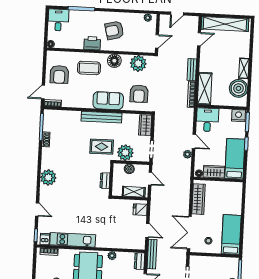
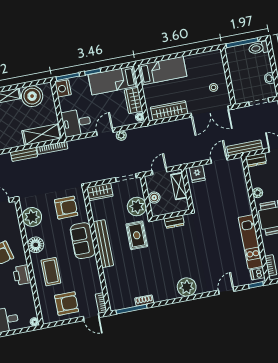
bed: (231, 234) -> (162, 71), moved, turned 180

